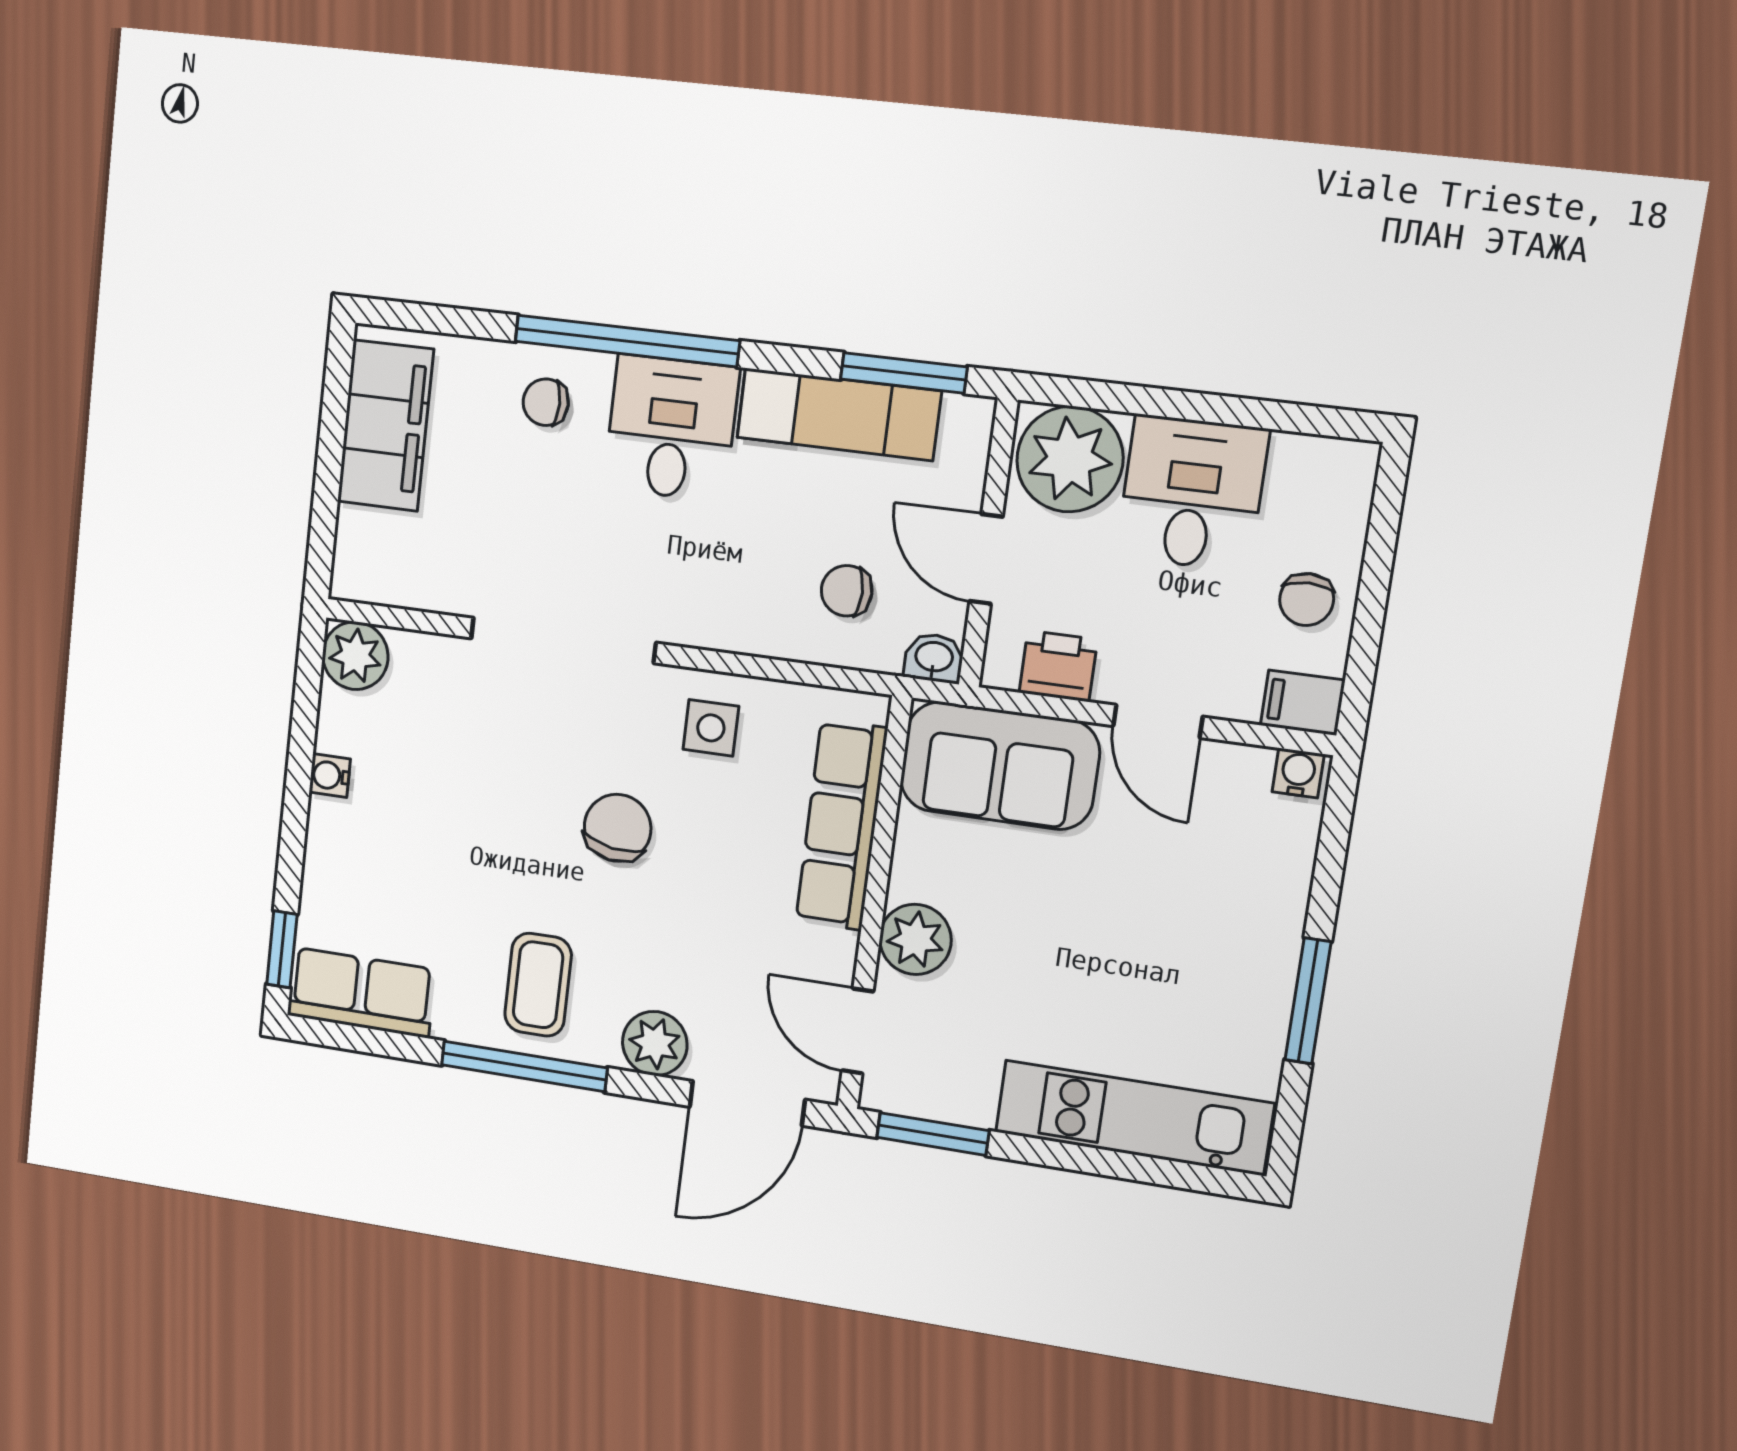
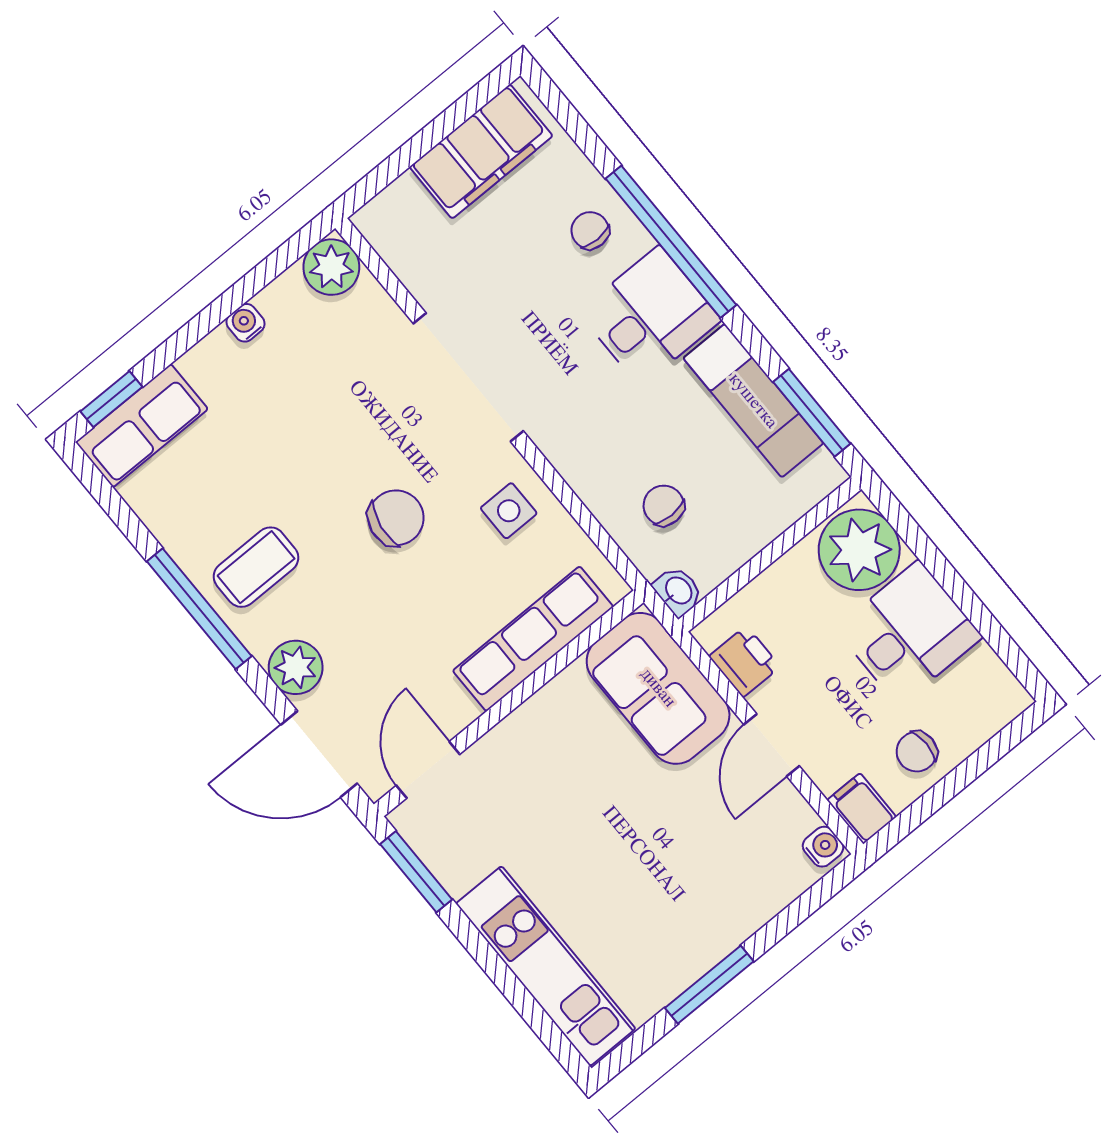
door: (986, 559) -> (760, 562), removed
plant: (915, 939) -> (514, 746), removed
row of seats: (361, 992) -> (142, 426), moved, turned 90

